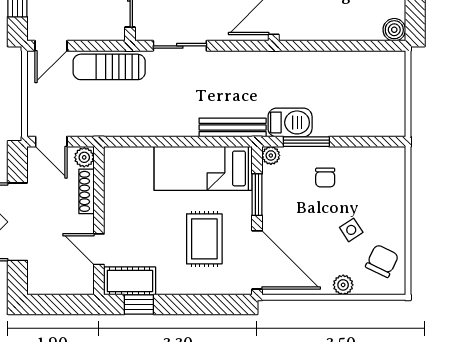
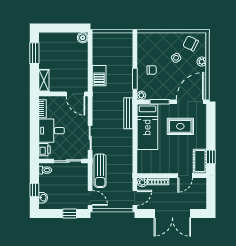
barbecue: (290, 122) -> (99, 76), moved, turned 180

